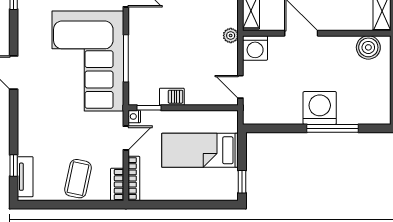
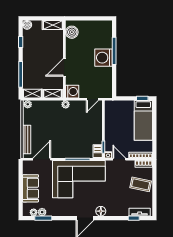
barbecue: (172, 97) -> (98, 151), moved
floor lamp: (27, 103) -> (101, 211), added
bed: (200, 150) -> (143, 120), moved

